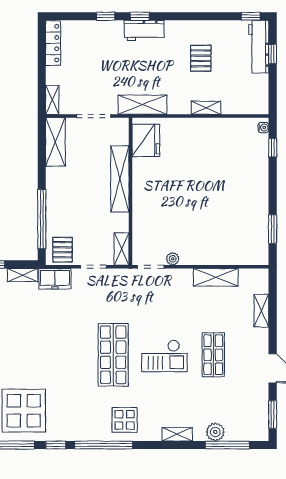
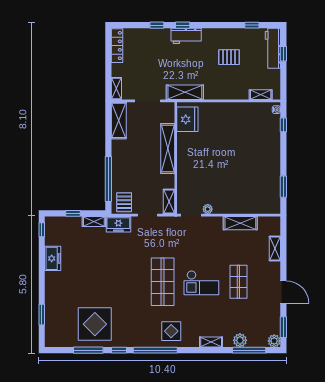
window: (251, 16) -> (252, 25), moved
pallet: (201, 58) -> (229, 57), turned 90
shelving: (206, 108) -> (261, 95), moved
plant: (260, 433) -> (274, 341), added

